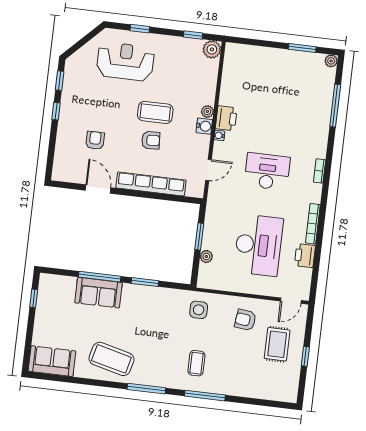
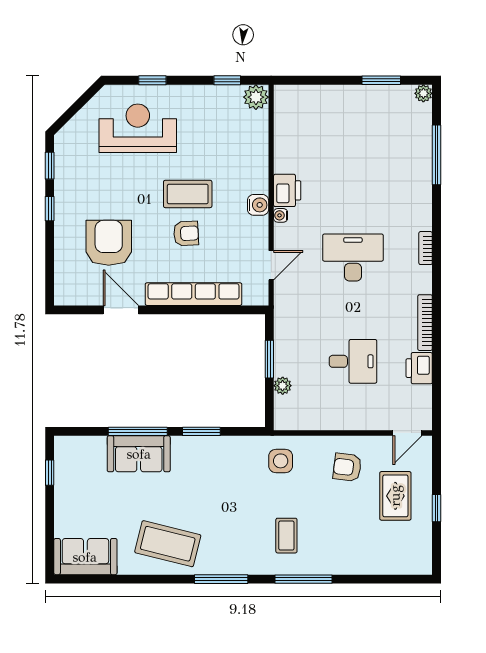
plant: (207, 111) -> (260, 184), removed
armchair: (95, 140) -> (109, 243), width x1.88, depth x1.88
desk: (258, 245) -> (353, 361), width x0.53, depth x0.77

